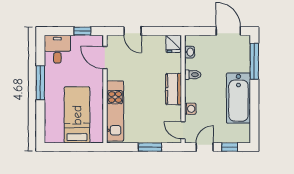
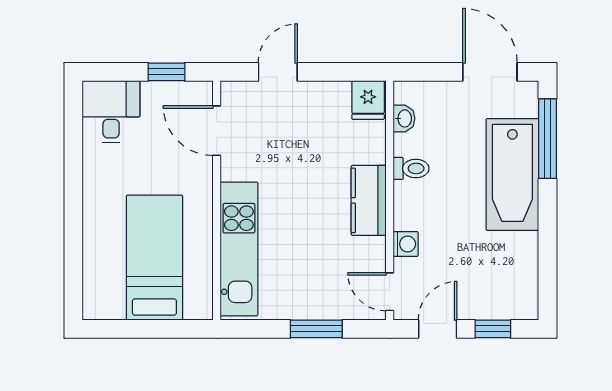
door: (133, 31) -> (278, 72), swing flipped
window: (40, 83) -> (73, 186), removed
bathtub: (238, 98) -> (512, 175), moved

